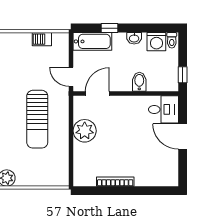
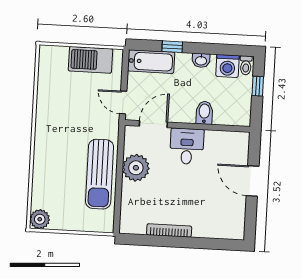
barbecue: (42, 39) -> (90, 60), width x1.88, depth x1.53
window: (183, 75) -> (258, 86), moved
desk: (163, 109) -> (187, 146), moved, turned -90
sun lounger: (37, 119) -> (100, 174), moved

